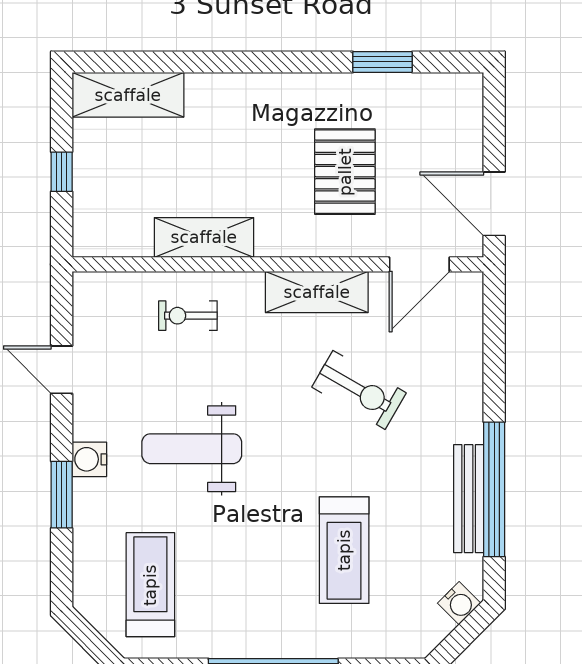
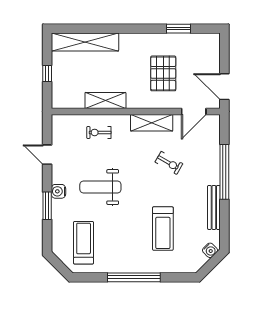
shelving: (128, 95) -> (85, 42), width x1.47
exercise bike: (359, 390) -> (169, 163), width x0.73, depth x0.72
window: (494, 489) -> (224, 172), moved

